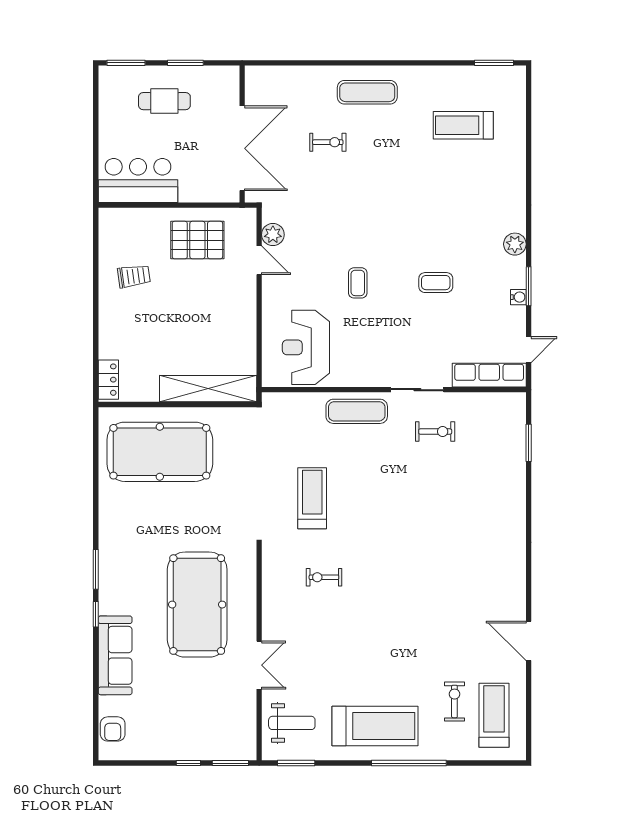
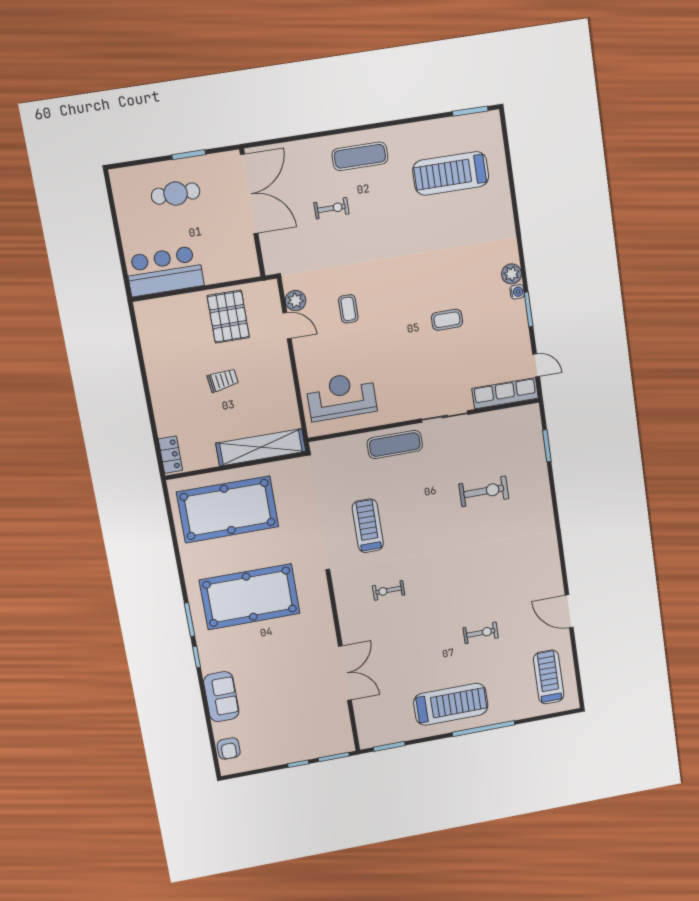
window: (126, 63) -> (133, 163), removed
treadmill: (463, 125) -> (451, 173), width x1.37, depth x1.37
double door: (242, 148) -> (249, 194), moved
pallet: (197, 240) -> (228, 317), turned 90
trolley: (134, 276) -> (223, 380), moved
coffee table: (358, 283) -> (348, 309), moved
water cooler: (518, 297) -> (517, 292), moved
reception desk: (306, 347) -> (341, 396), turned 90
door: (529, 350) -> (536, 365), hinge flipped
exercise bike: (435, 432) -> (484, 491), moved, width x1.38, depth x1.39
pool table: (197, 605) -> (250, 597), moved, turned 90
sofa: (115, 655) -> (221, 697), width x0.73
double door: (259, 665) -> (345, 673), width x1.37
exercise bike: (454, 701) -> (481, 633), moved, turned 90
weight bench: (292, 723) -> (380, 715), removed

